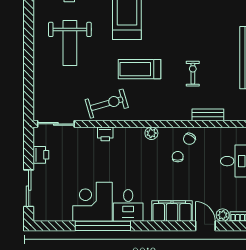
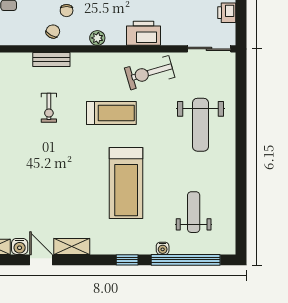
weight bench: (70, 43) -> (200, 125), moved, turned 180
bench: (208, 115) -> (51, 60), moved
printer: (105, 134) -> (143, 33), width x1.87, depth x1.48

